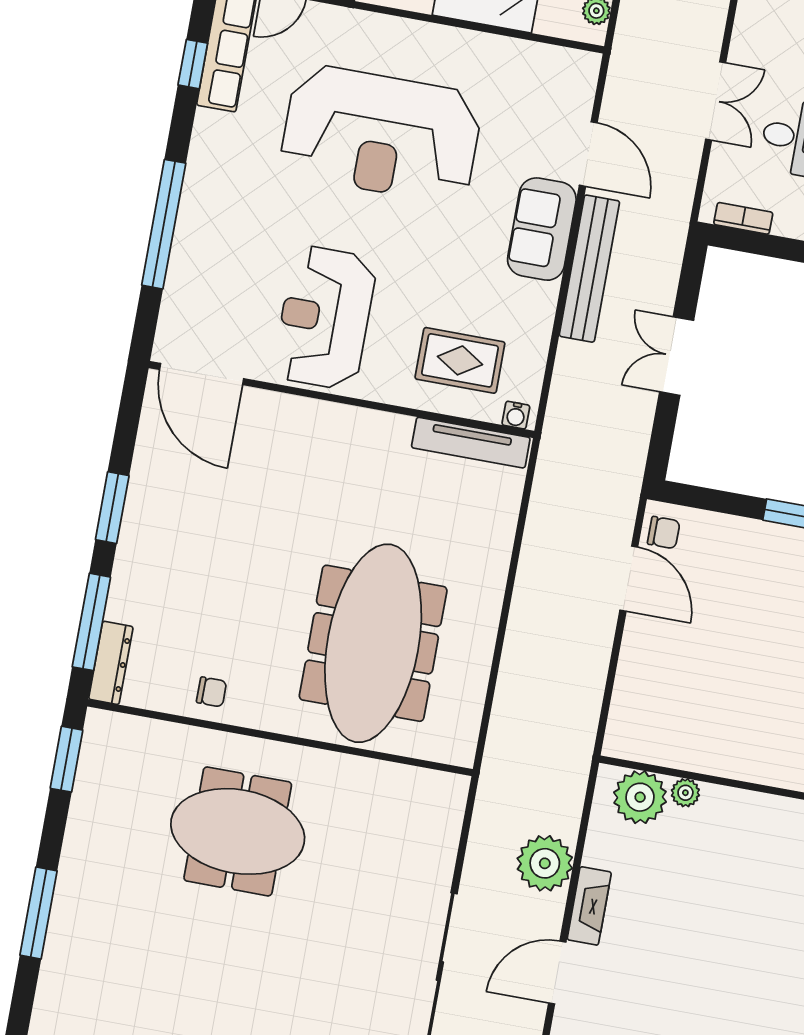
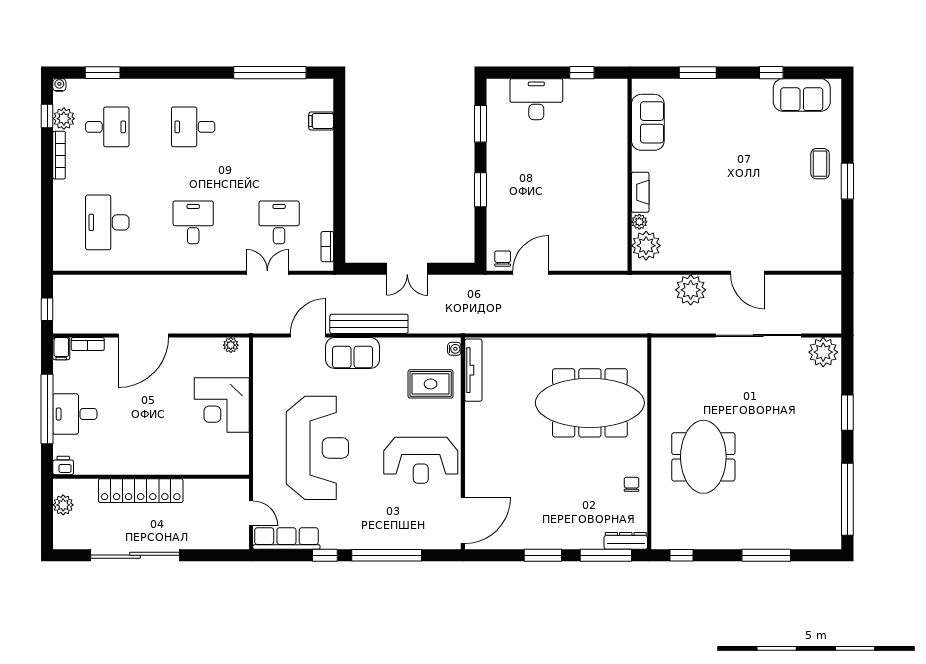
window: (193, 64) -> (325, 555), moved
rug: (460, 360) -> (431, 384), turned 90
window: (66, 759) -> (681, 555), width x0.67
fireplace: (589, 906) -> (640, 192), moved, turned 90

